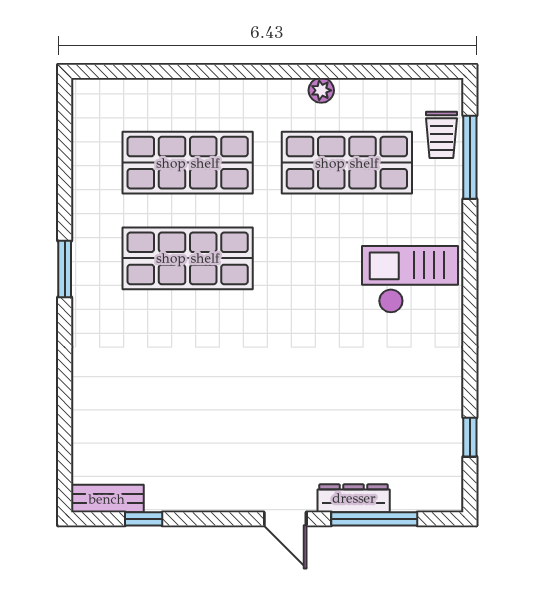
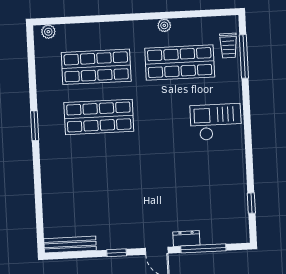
plant: (100, 91) -> (48, 32), added
dresser: (354, 498) -> (186, 238), width x0.70
bench: (107, 499) -> (70, 244), width x1.36
window: (144, 519) -> (117, 253), moved

